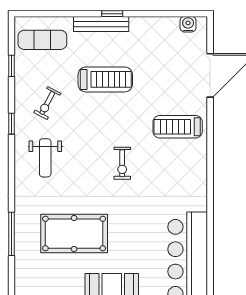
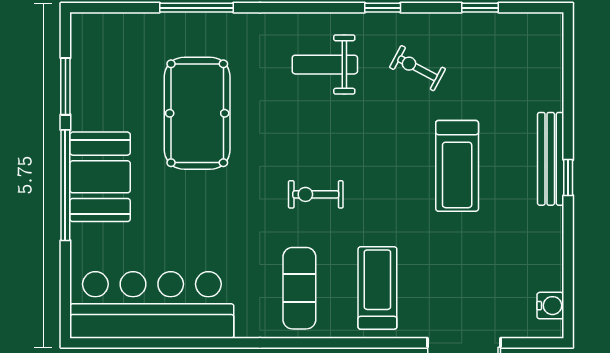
exercise mat: (42, 40) -> (299, 288), moved

